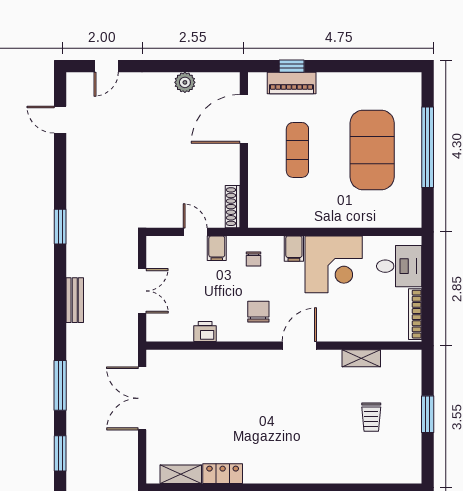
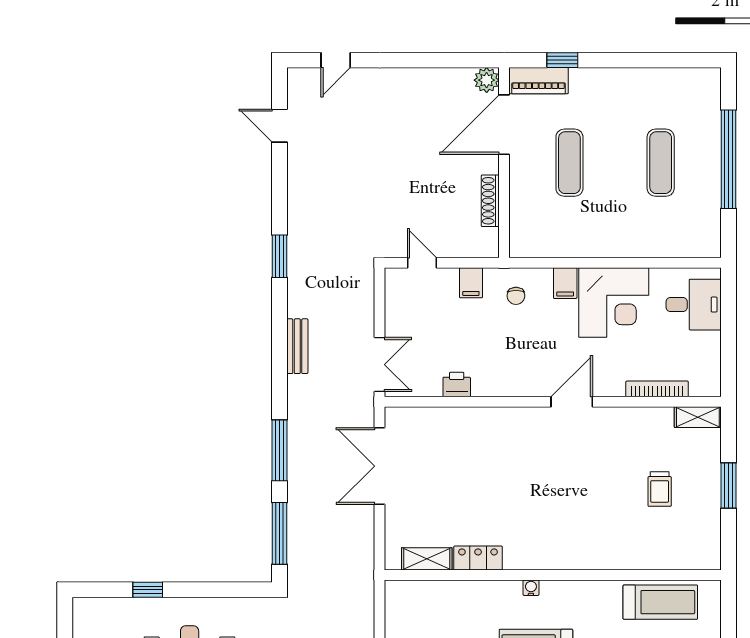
plant: (185, 82) -> (487, 80), moved
piano: (292, 83) -> (539, 81), moved
exercise mat: (372, 150) -> (661, 163), width x0.50, depth x0.69
shoe rack: (233, 207) -> (490, 201), moved
door: (195, 232) -> (422, 263), moved
double door: (142, 291) -> (380, 365), moved
chair: (258, 312) -> (522, 360), removed
bookcase: (415, 314) -> (657, 389), moved, turned 90
shelving: (361, 358) -> (698, 417), moved
window: (60, 453) -> (280, 533), width x1.44

